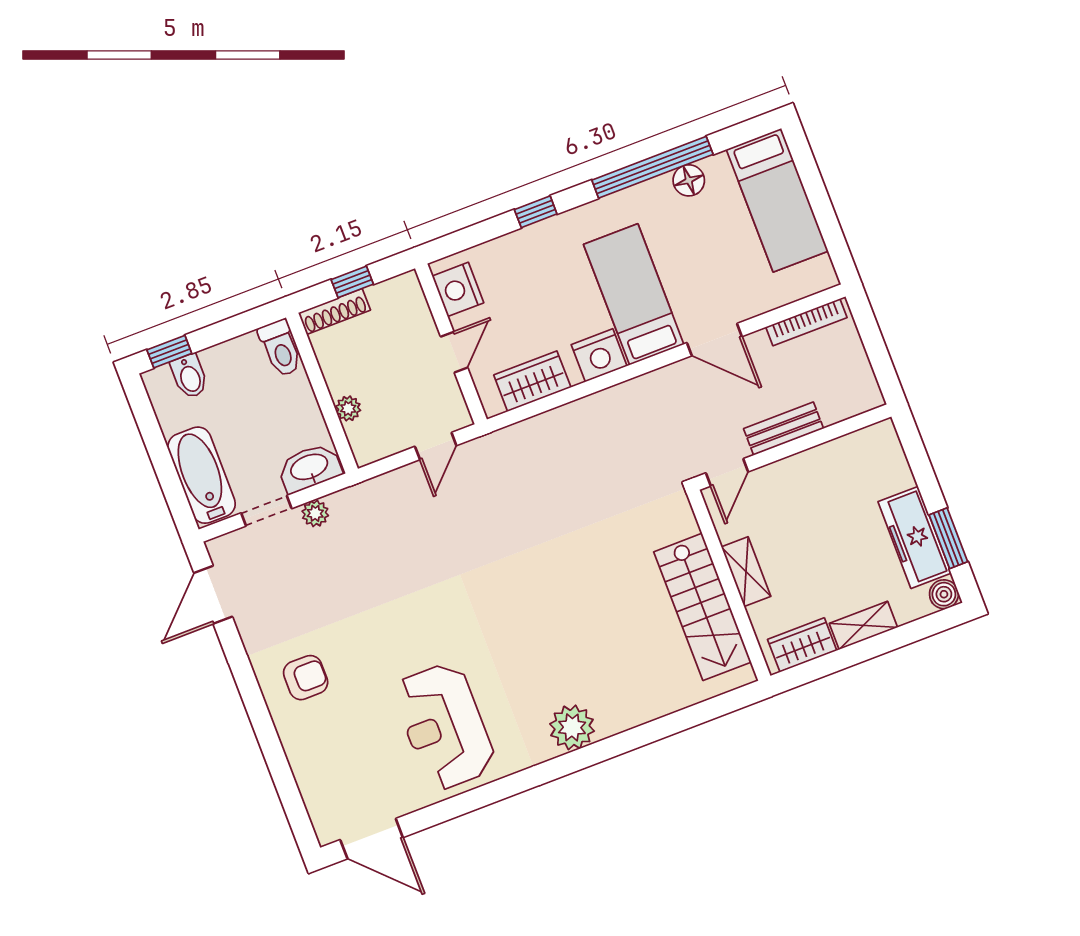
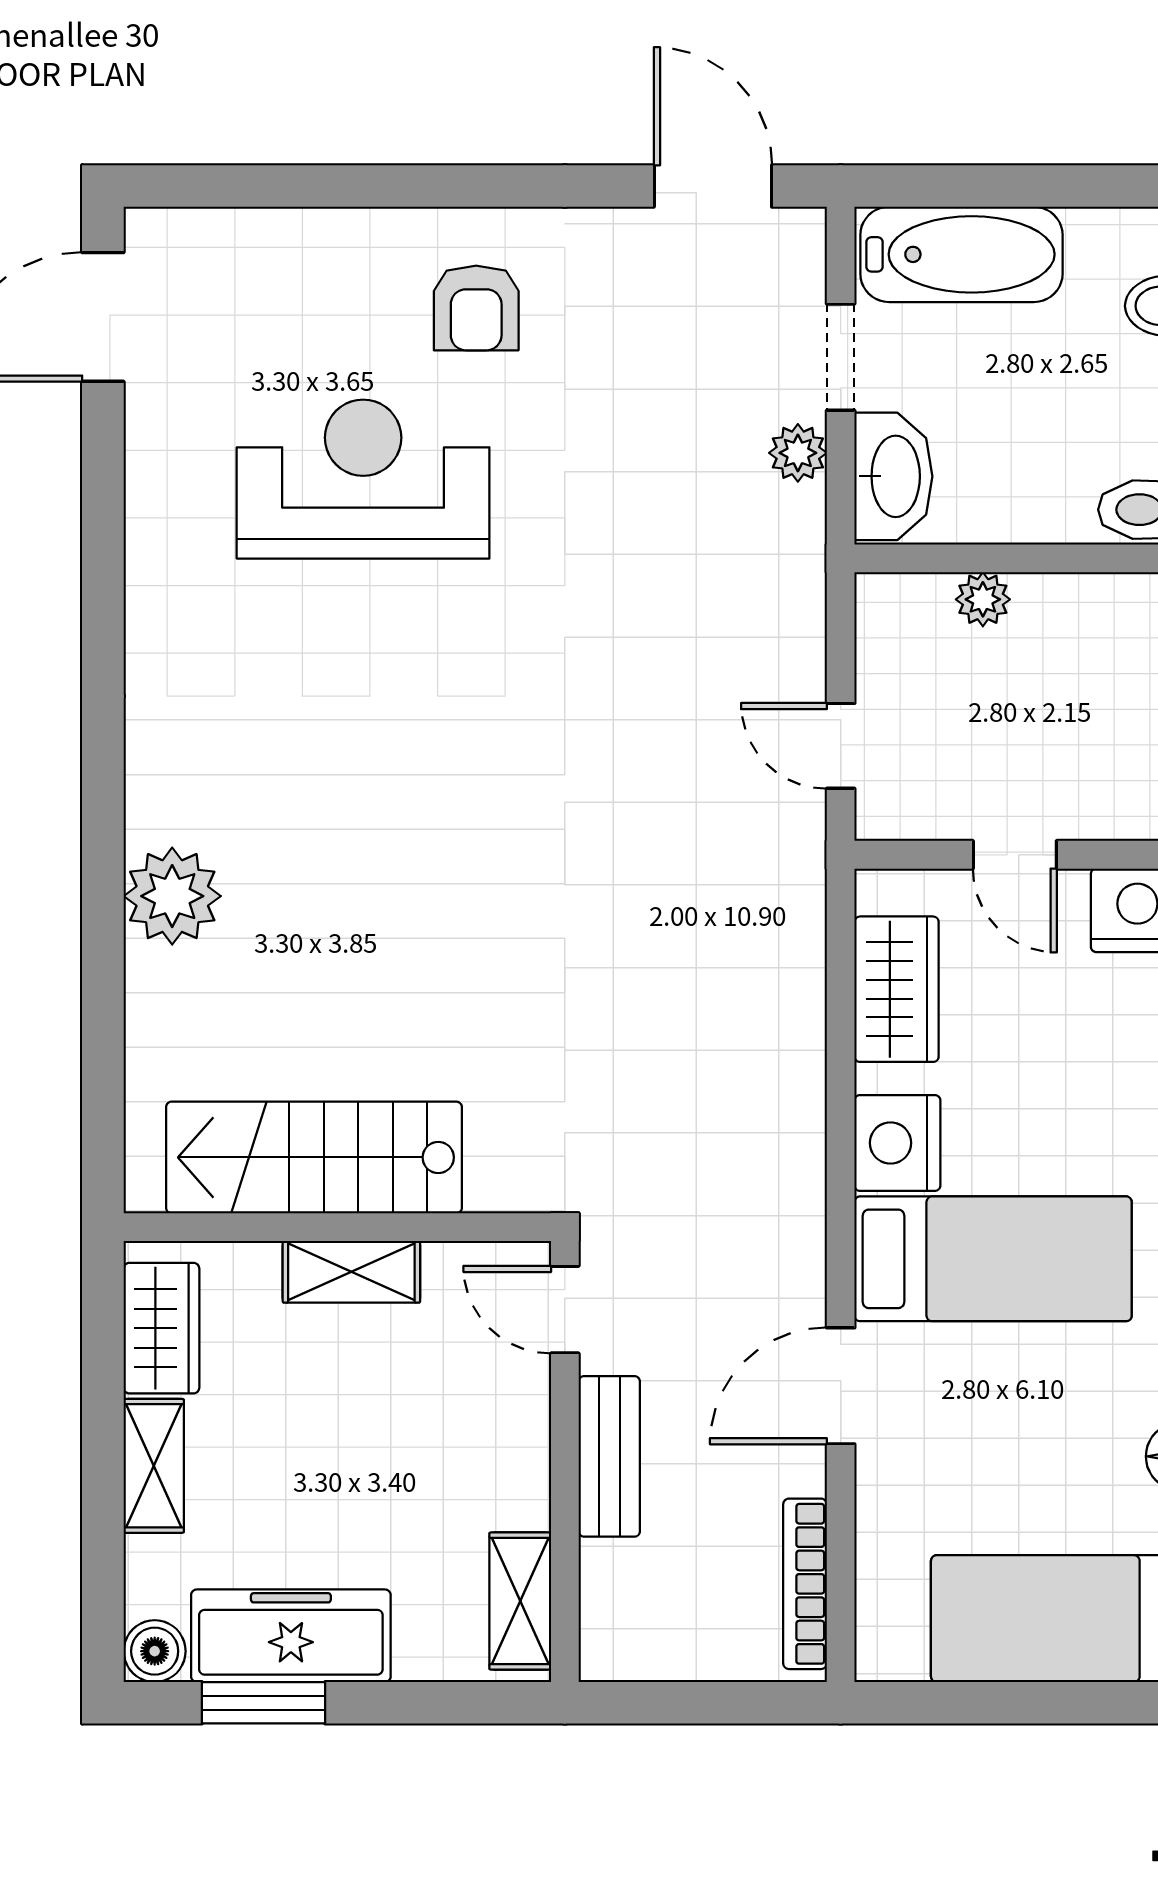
shelving: (861, 443) -> (520, 1601), added
reception desk: (444, 726) -> (363, 479), moved
plant: (572, 727) -> (172, 896), moved

